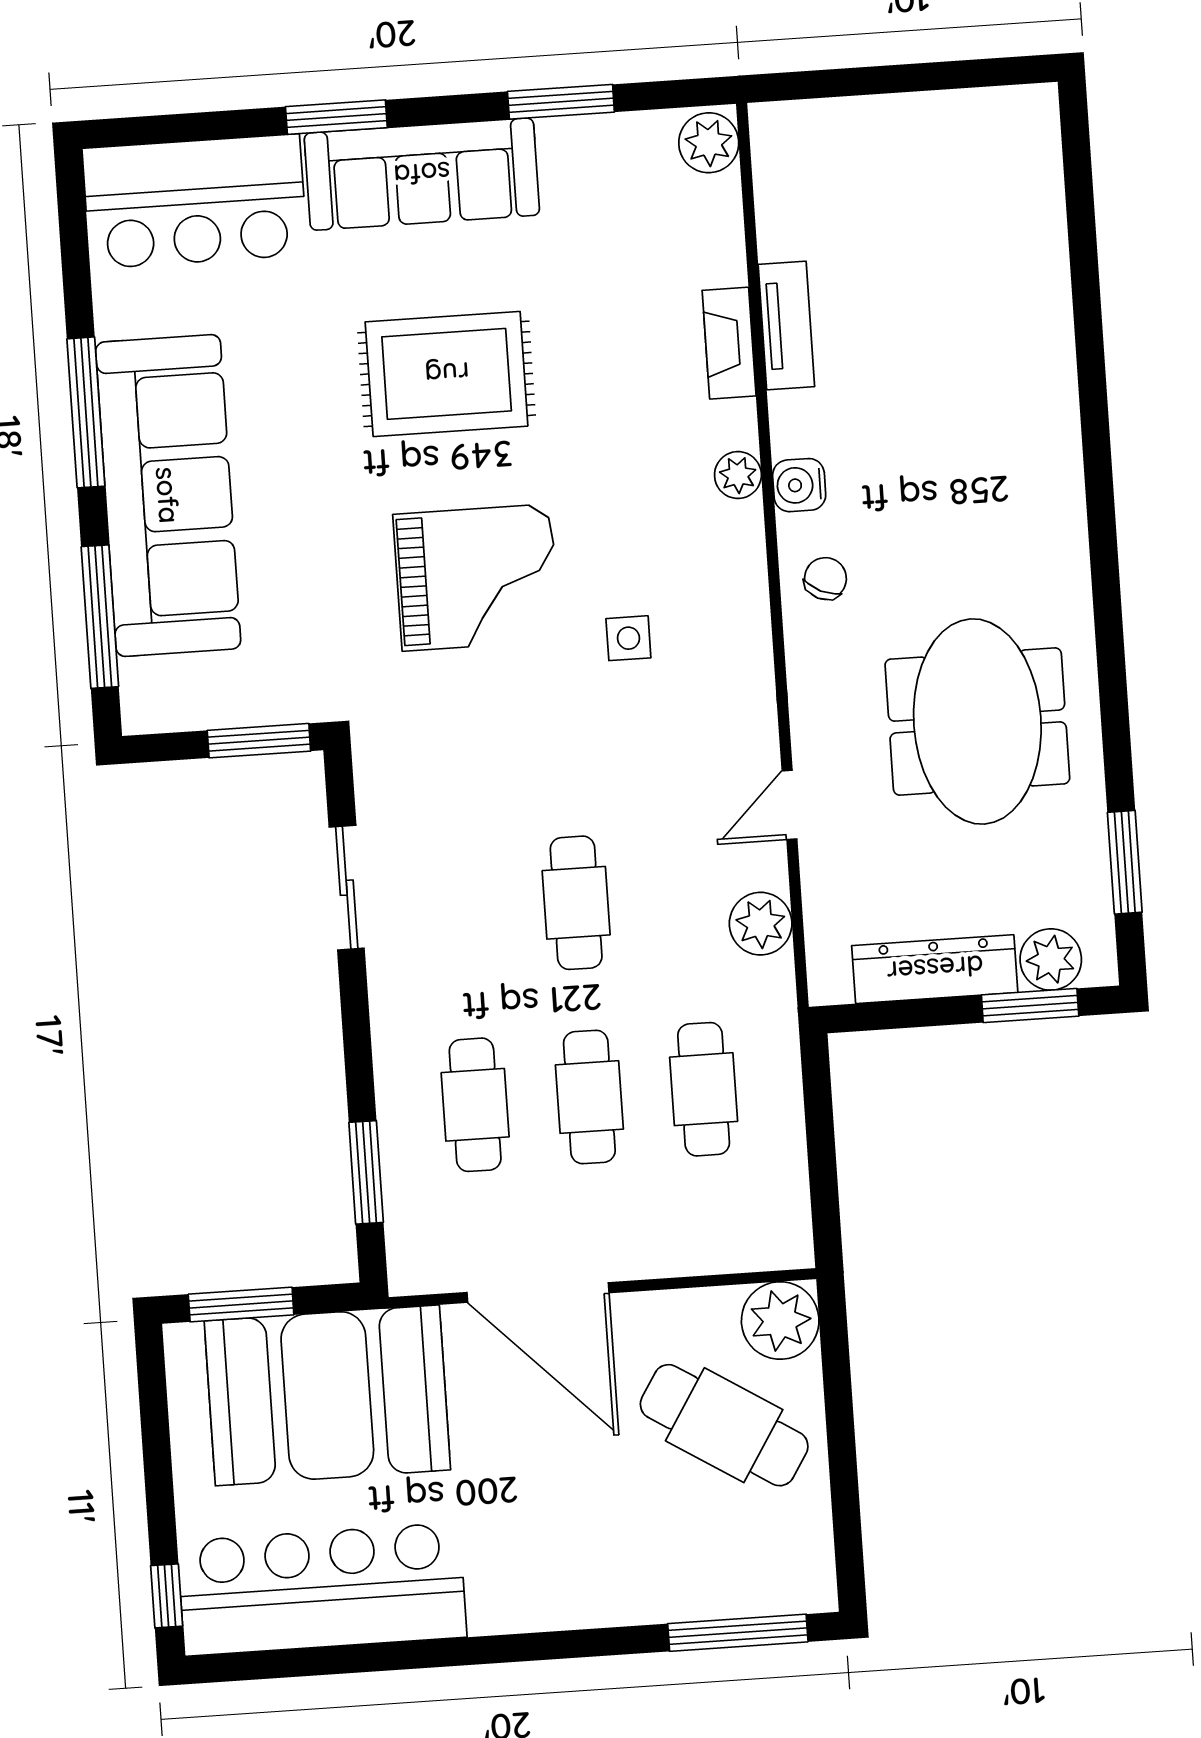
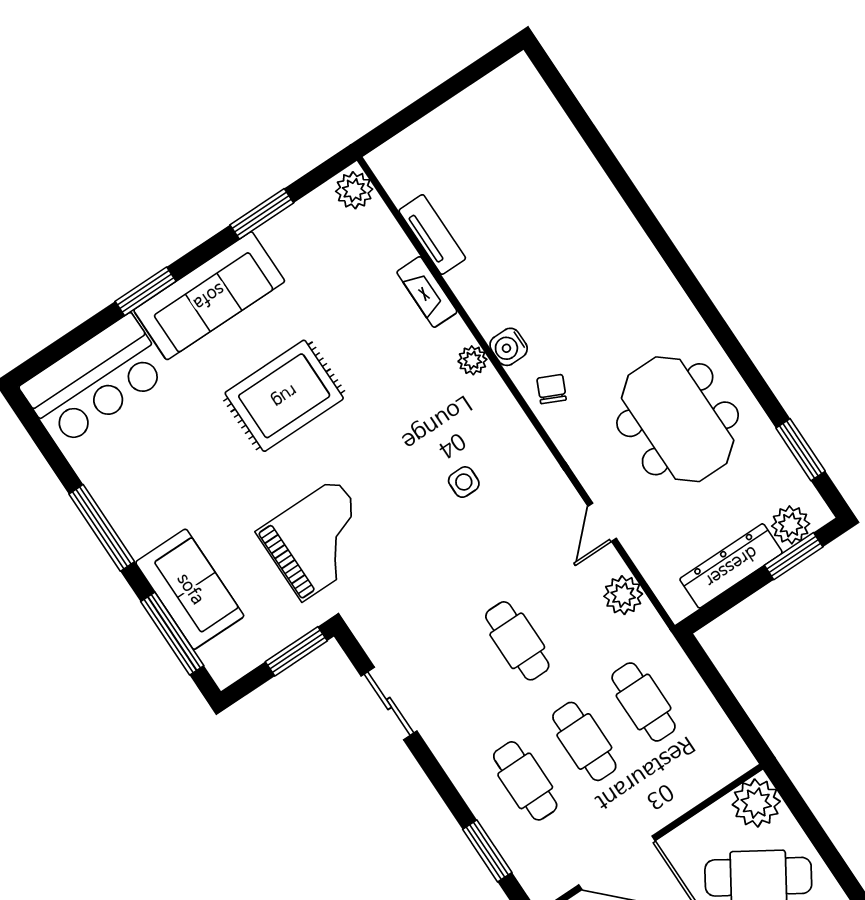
tv unit: (786, 325) -> (432, 234), moved
sofa: (168, 495) -> (190, 589), width x0.54, depth x0.79
grand piano: (476, 577) -> (319, 540), moved

